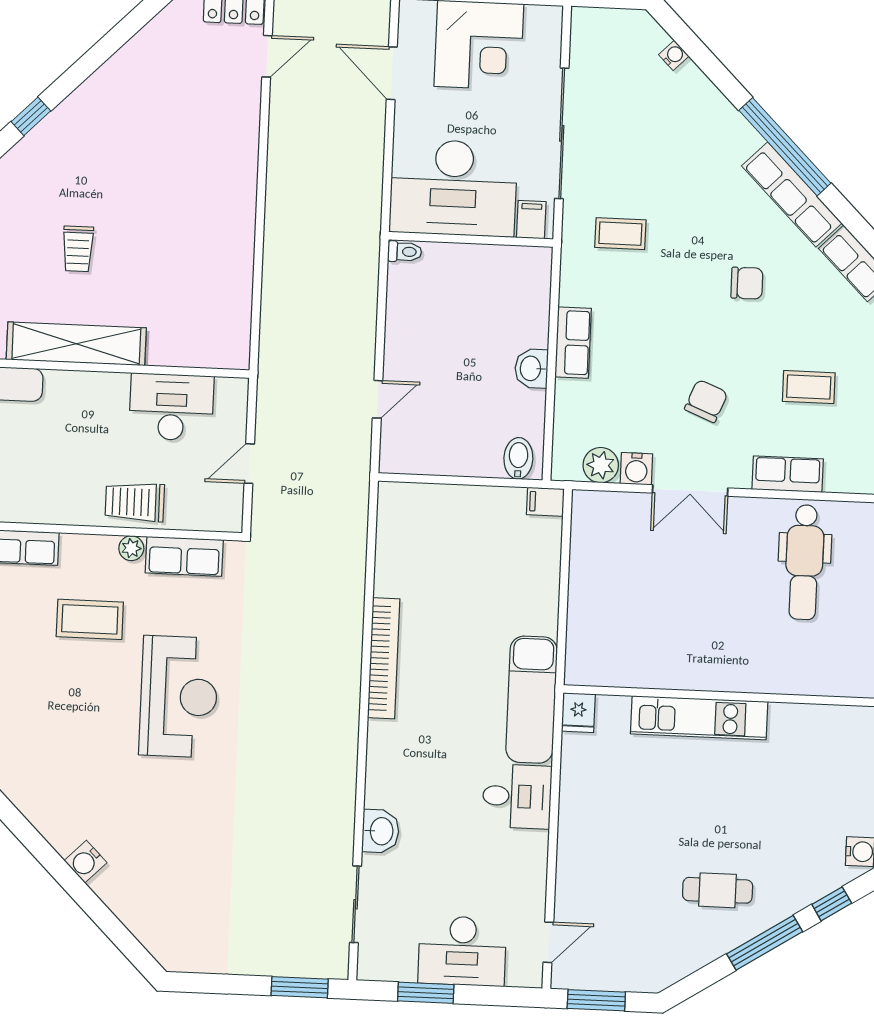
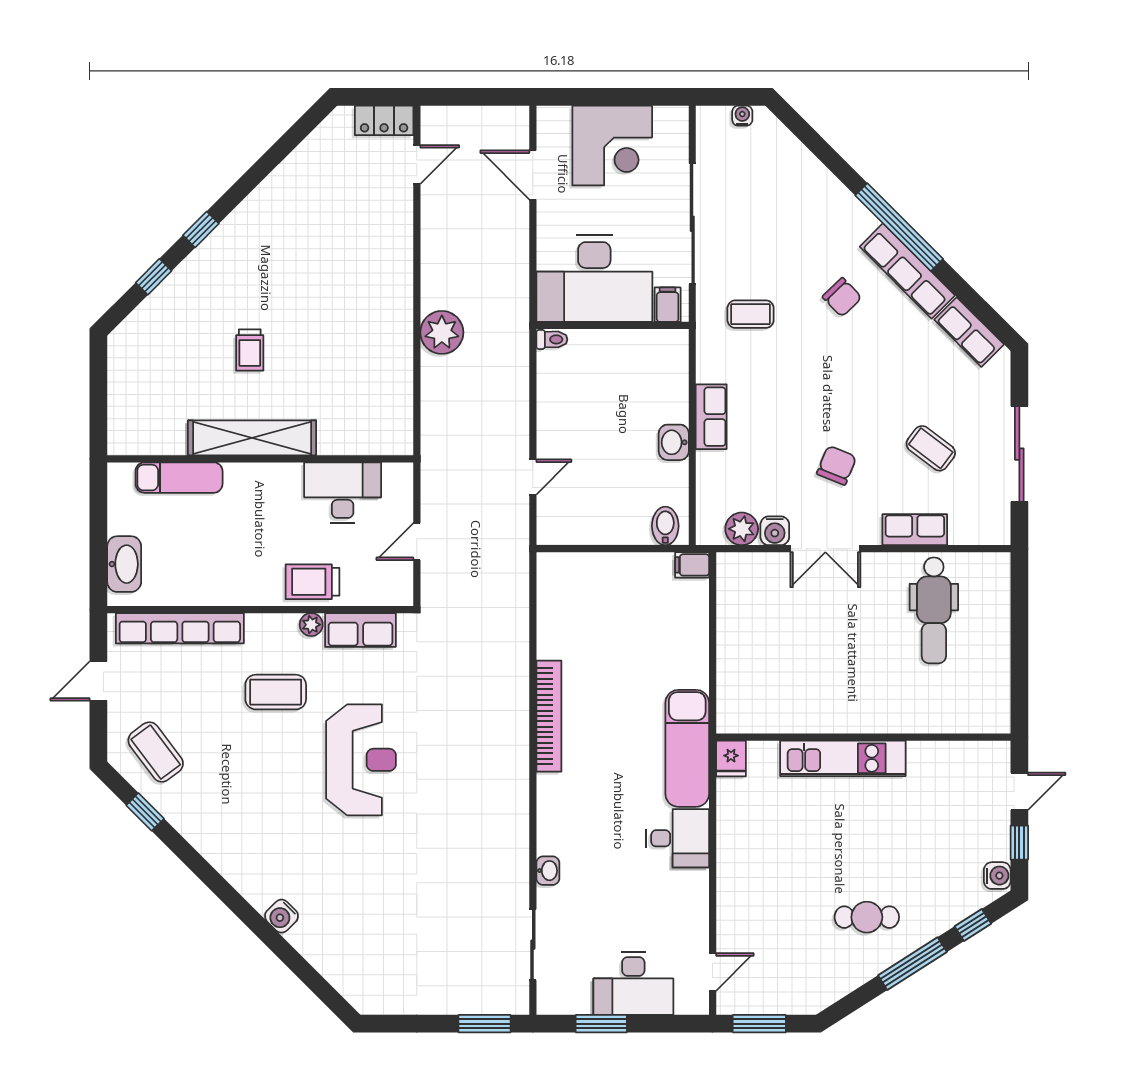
water cooler: (674, 55) -> (742, 116), moved, turned -45
plant: (286, 239) -> (442, 332), added
chair: (747, 283) -> (842, 297), moved, turned 46
coffee table: (809, 387) -> (931, 448), turned 37
washbasin: (381, 831) -> (548, 871), width x0.72, depth x0.69

